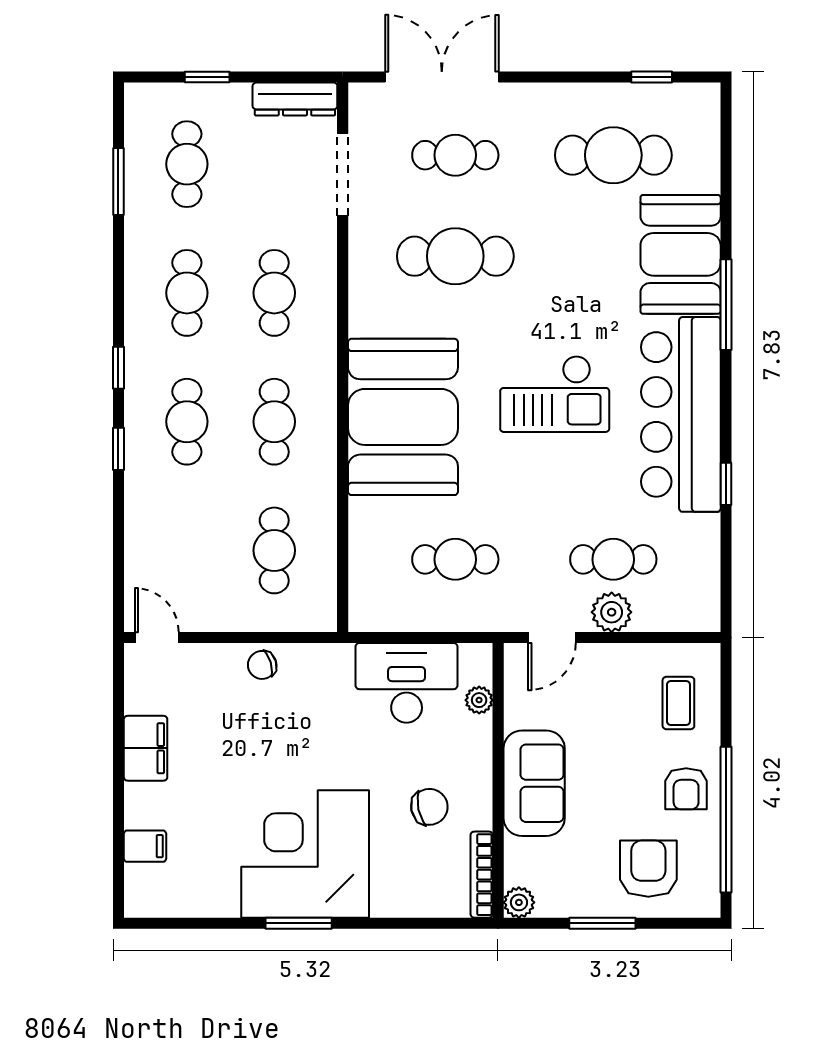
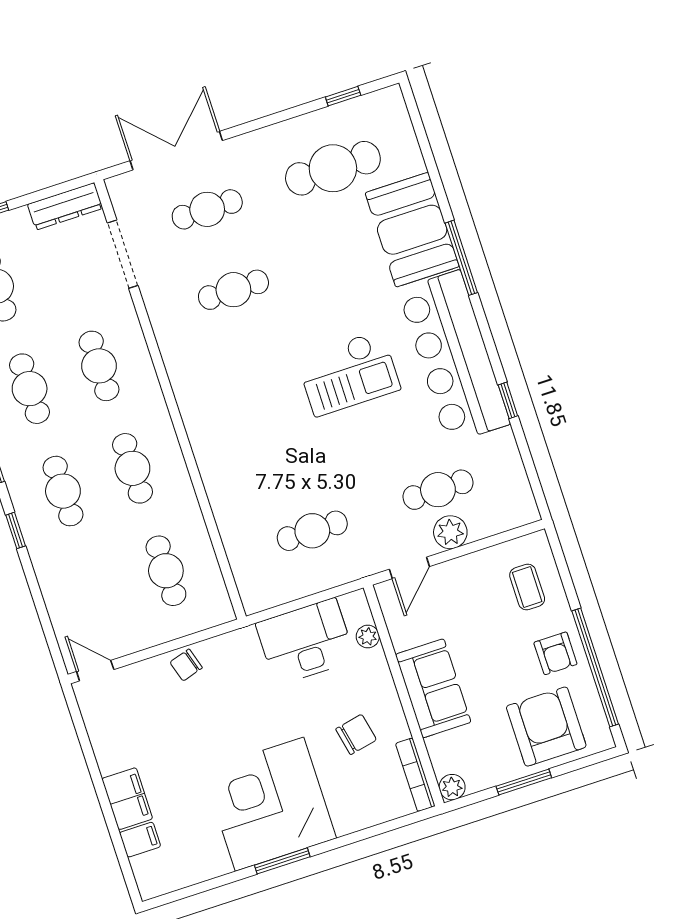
cafe table: (455, 256) -> (233, 290), width x0.73, depth x0.74
booth: (403, 417) -> (234, 431), removed
filing cabinet: (146, 748) -> (127, 799), moved
armchair: (648, 869) -> (546, 727), width x1.36, depth x1.36

